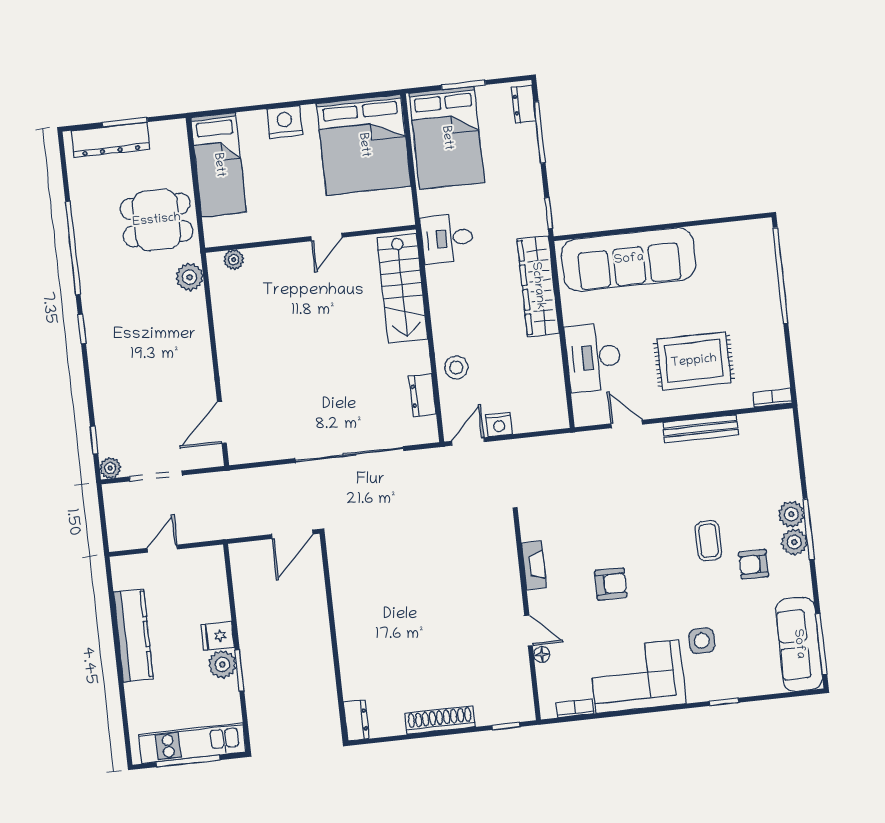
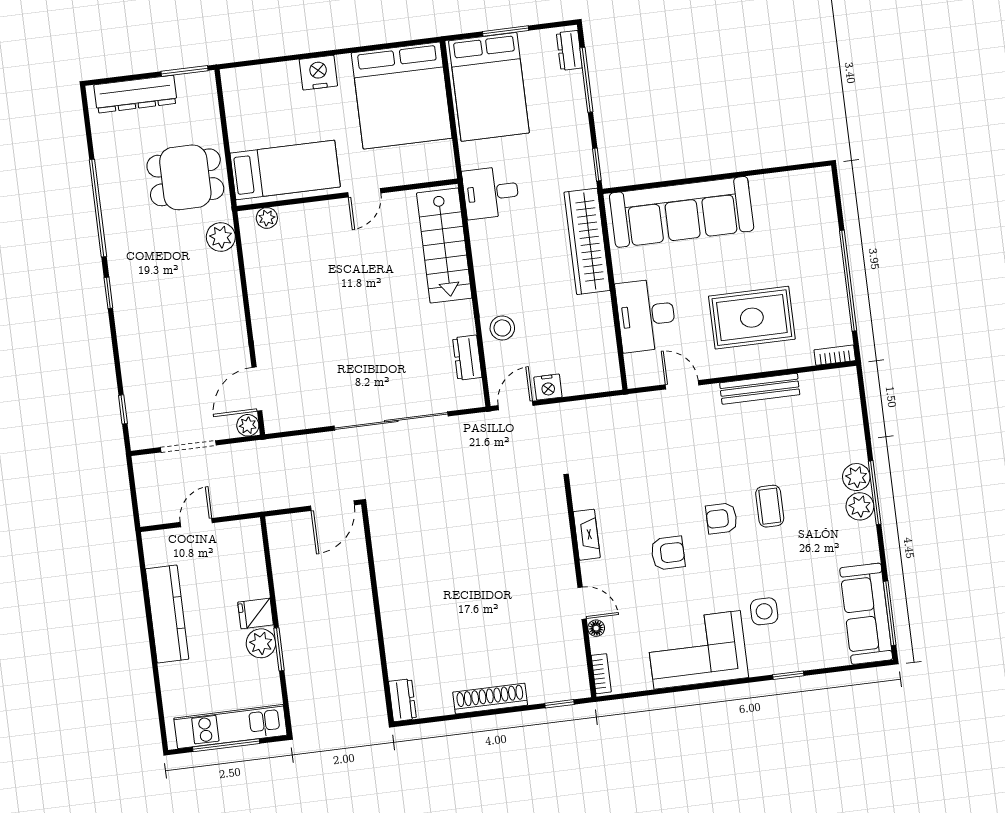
window: (125, 122) -> (185, 71), moved
bed: (219, 165) -> (285, 170), moved, turned -90
window: (781, 276) -> (848, 281), moved
plant: (110, 468) -> (248, 425), moved
armchair: (754, 564) -> (721, 518), moved
bookcase: (575, 708) -> (601, 674), moved, turned 90

